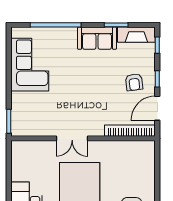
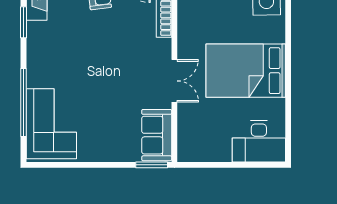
sofa: (97, 38) -> (157, 135), moved, turned 180
corner sofa: (30, 65) -> (51, 124), moved, turned 90

